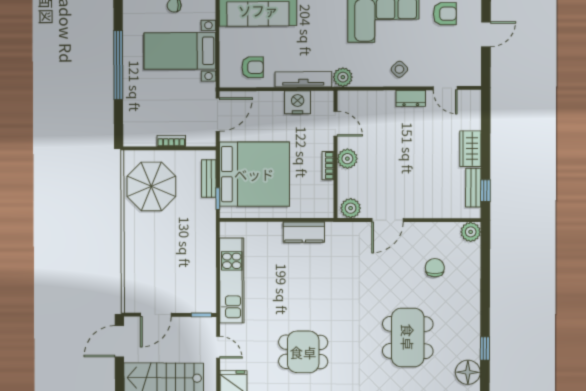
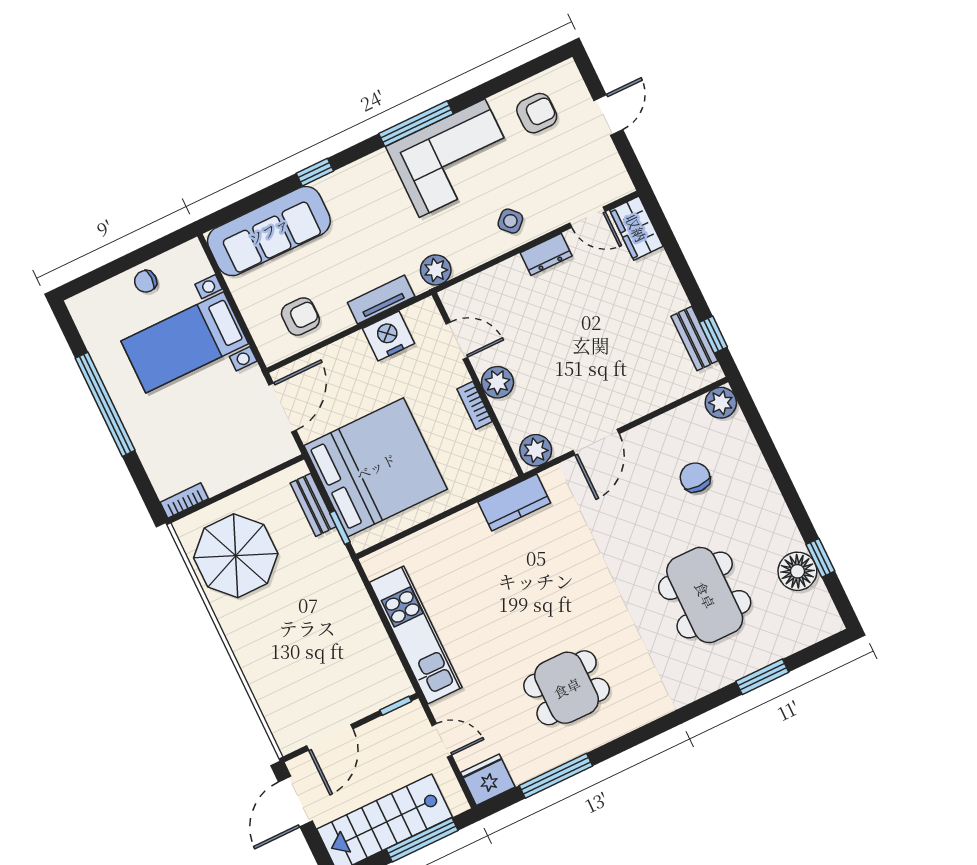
tv unit: (303, 79) -> (381, 300), width x0.71
bookcase: (171, 141) -> (184, 500), moved
wardrobe: (470, 149) -> (636, 228), moved
kitchen counter: (304, 232) -> (514, 503), moved
floor lamp: (468, 372) -> (797, 571), moved

